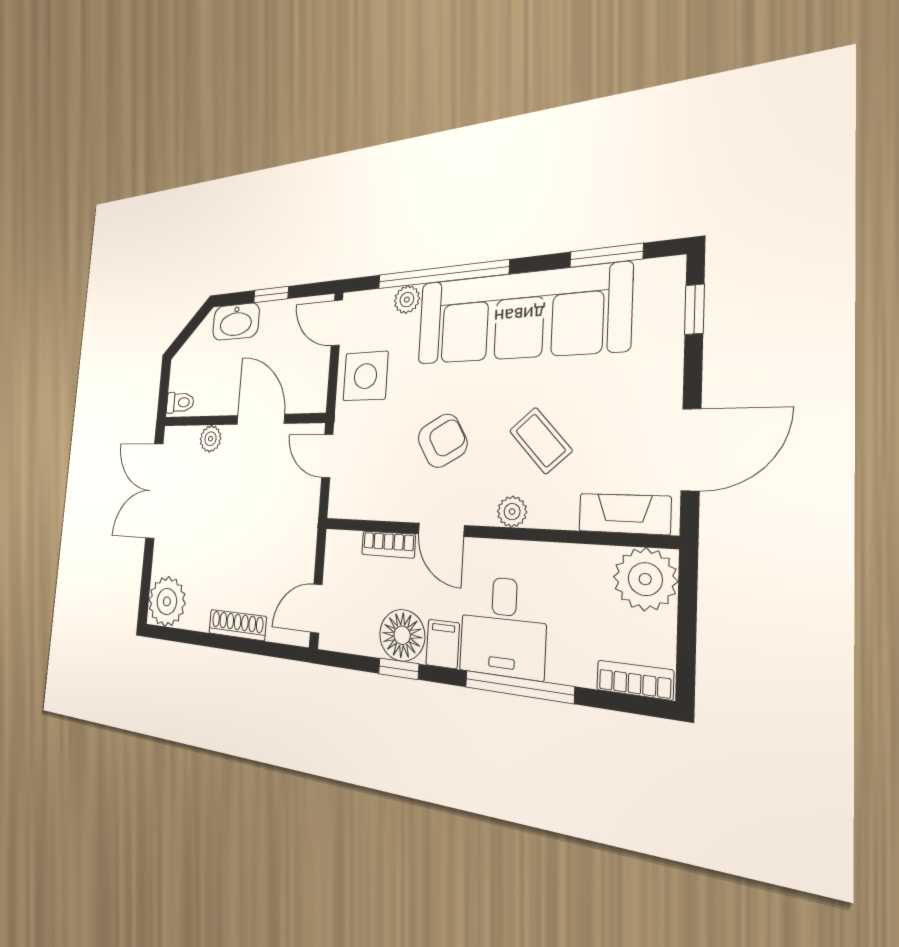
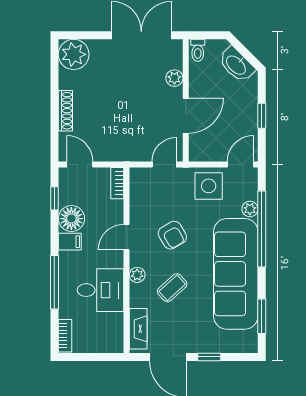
window: (694, 309) -> (209, 357), moved
washbasin: (236, 322) -> (236, 65), moved, turned -45
bookcase: (388, 544) -> (117, 183), moved
plant: (645, 579) -> (109, 339), removed
desk: (503, 627) -> (100, 290), moved, turned 180
window: (399, 669) -> (54, 198), moved

